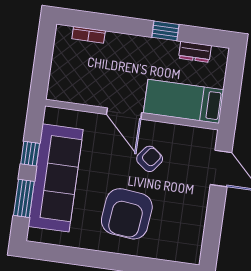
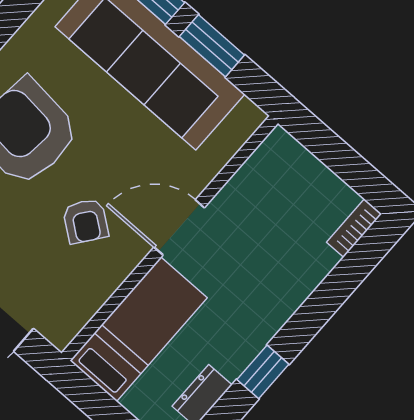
bookcase: (89, 35) -> (354, 228), moved
window: (30, 154) -> (212, 46), width x1.50

